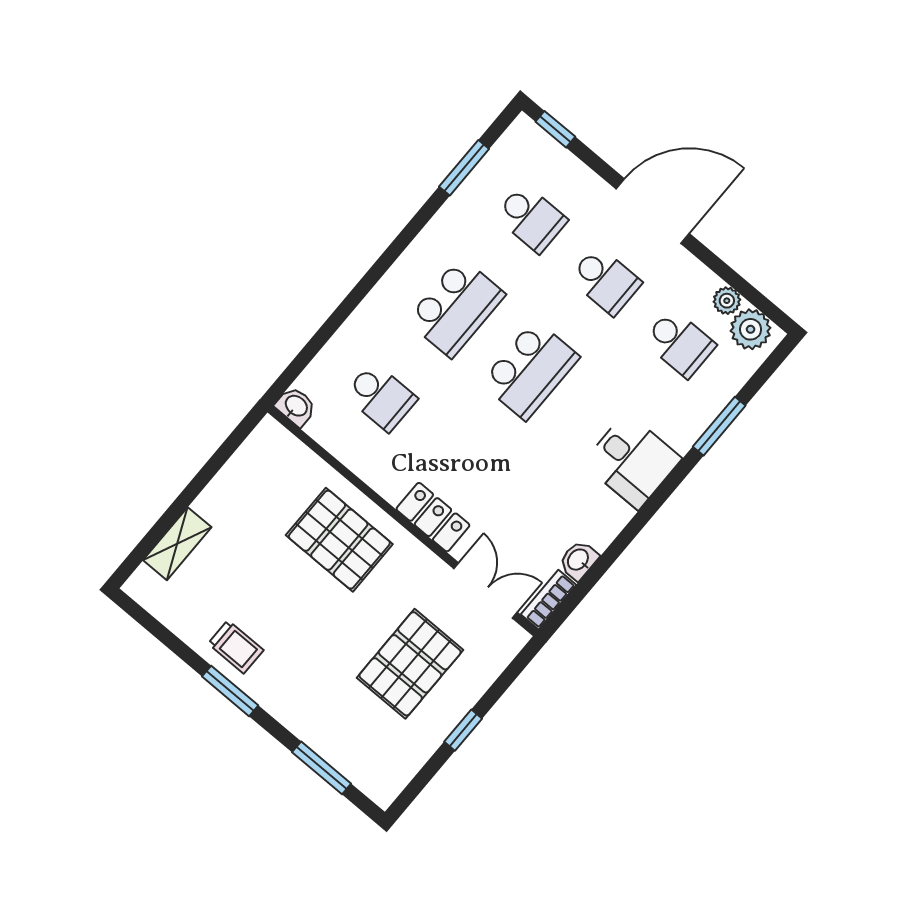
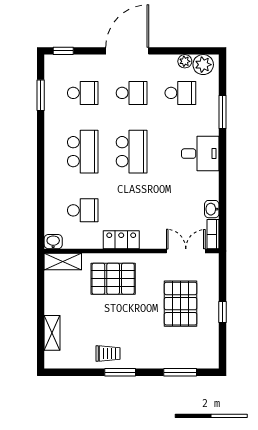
shelving: (285, 449) -> (63, 261), added
locker: (433, 517) -> (121, 240), moved

